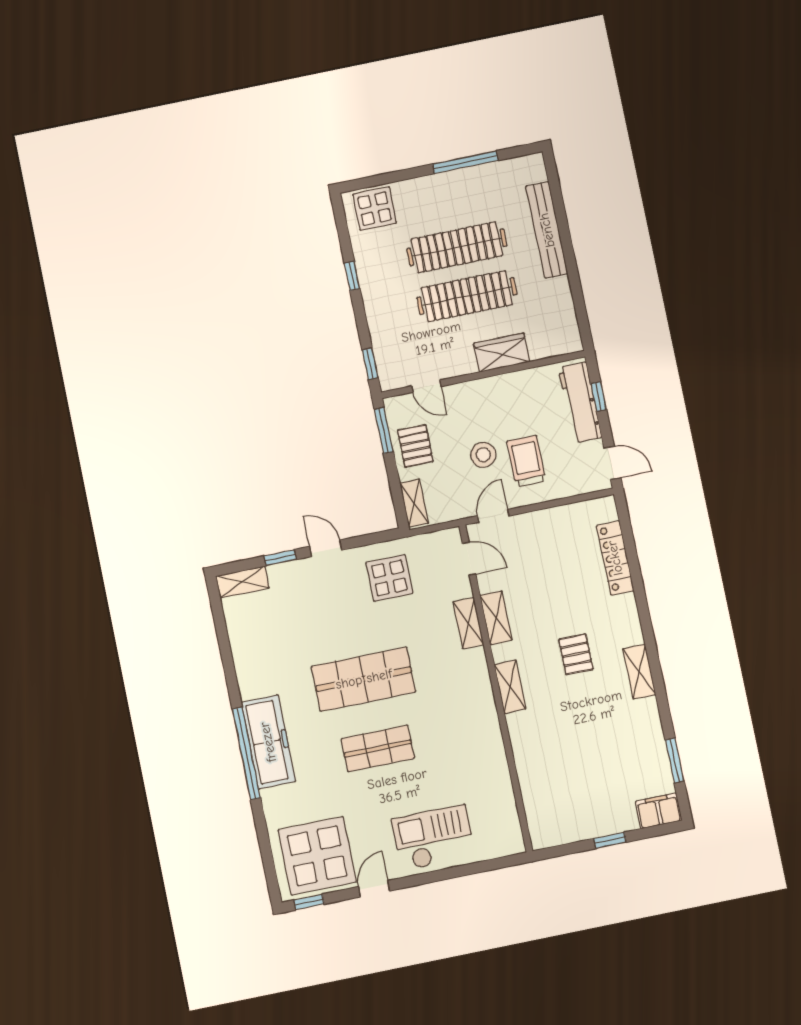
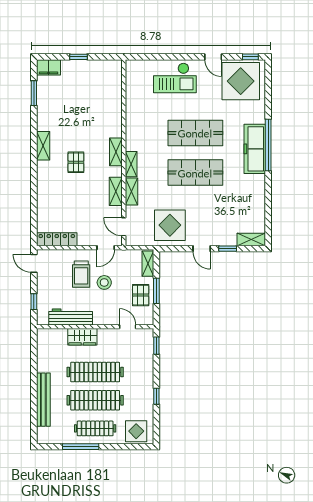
clothes rail: (447, 199) -> (95, 428), added
workbench: (580, 402) -> (71, 317), moved, turned -90
window: (384, 430) -> (156, 291), moved
locker: (615, 558) -> (57, 239), moved, turned -90
display table: (389, 578) -> (170, 225), width x1.36, depth x1.36
shelving: (479, 671) -> (131, 164), added
shop shelf: (378, 748) -> (195, 133), width x1.43, depth x1.36
door: (374, 889) -> (213, 57), hinge flipped

